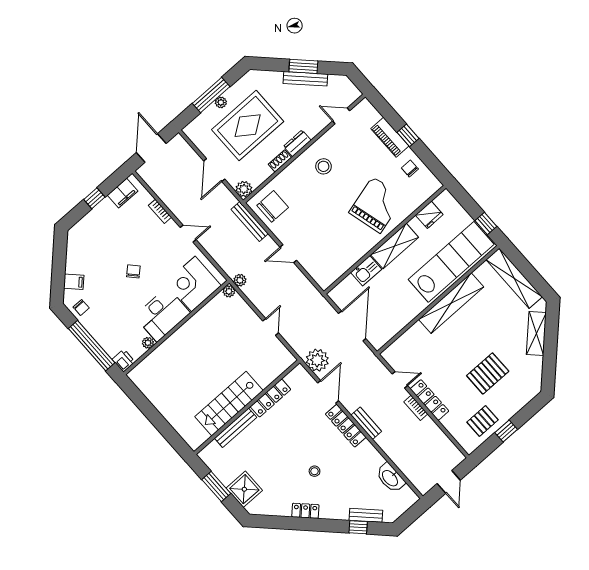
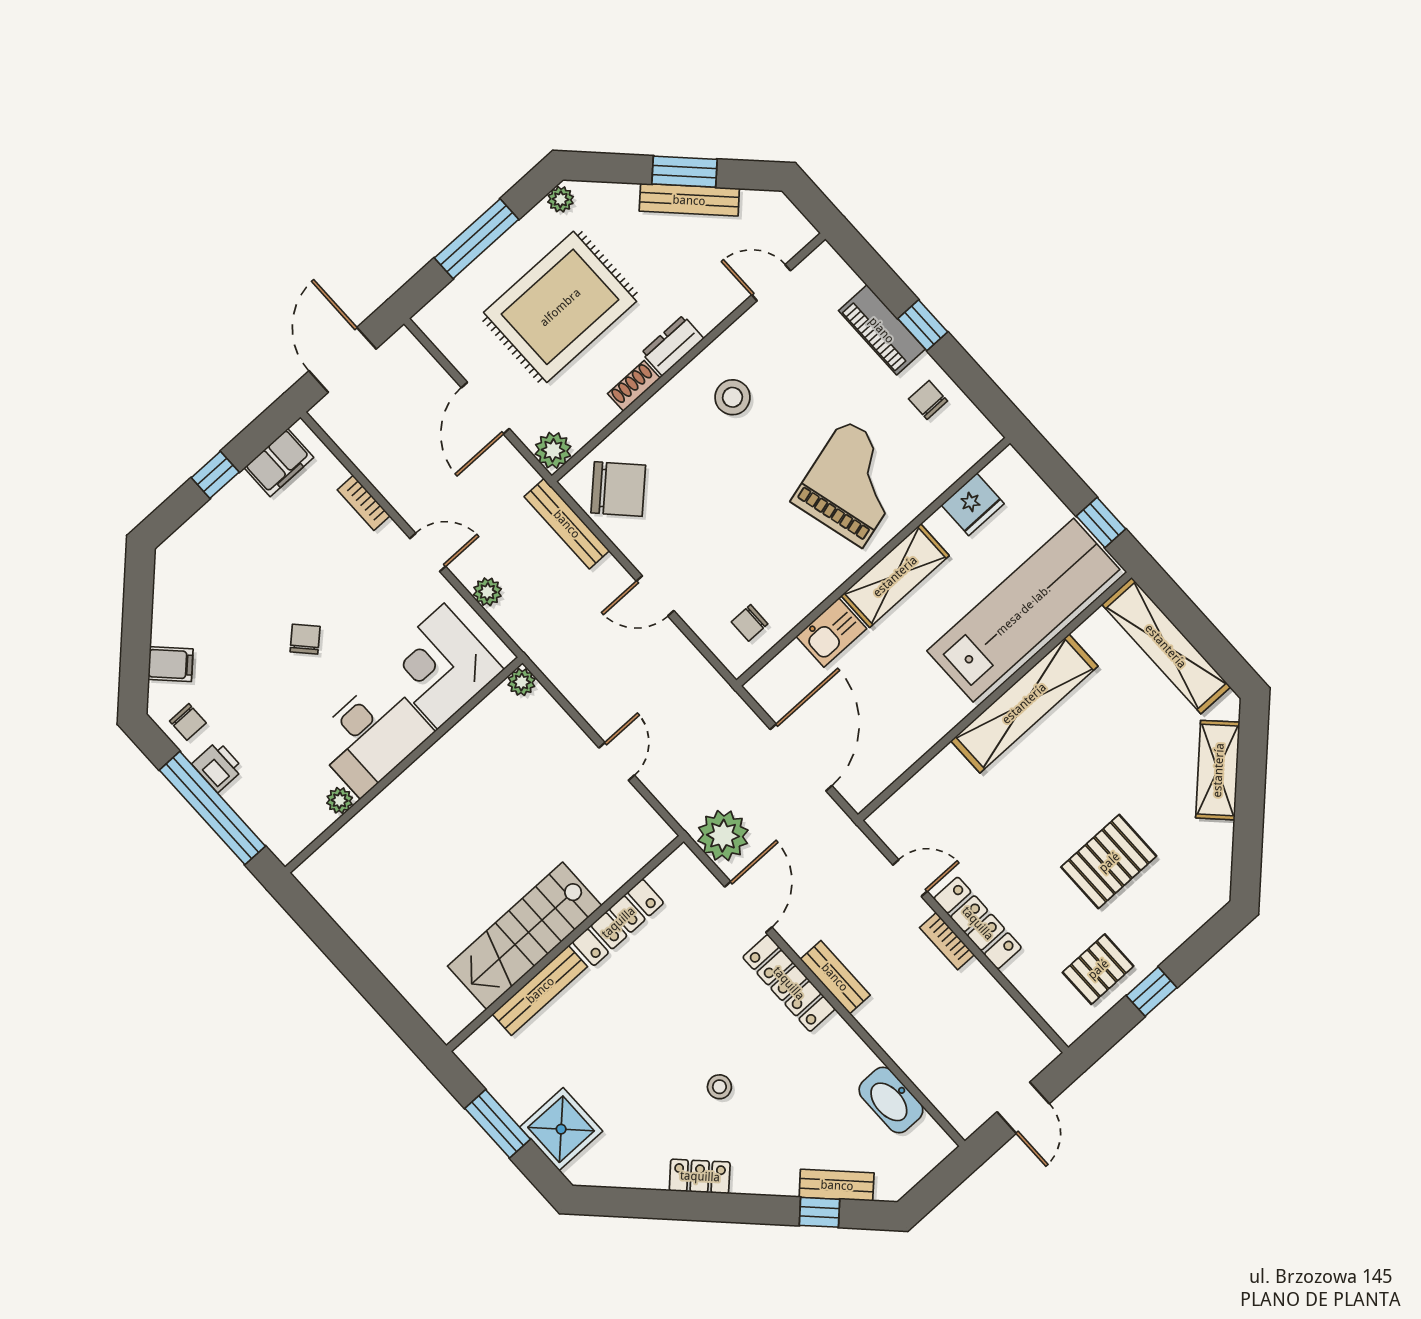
plant: (221, 102) -> (561, 199), moved
chair: (273, 206) -> (618, 489), turned 46
chair: (330, 266) -> (750, 623), added
plant: (240, 280) -> (487, 592), moved
printer: (124, 361) -> (218, 767), moved

